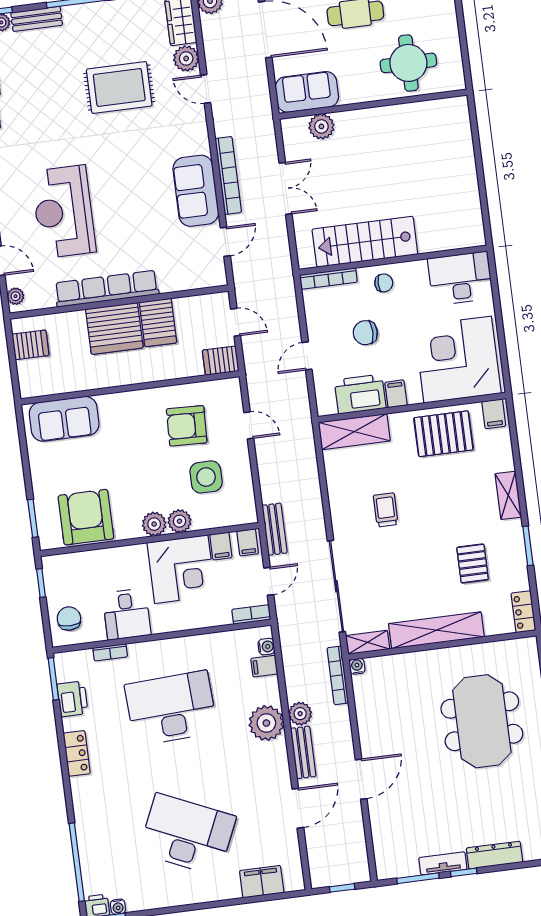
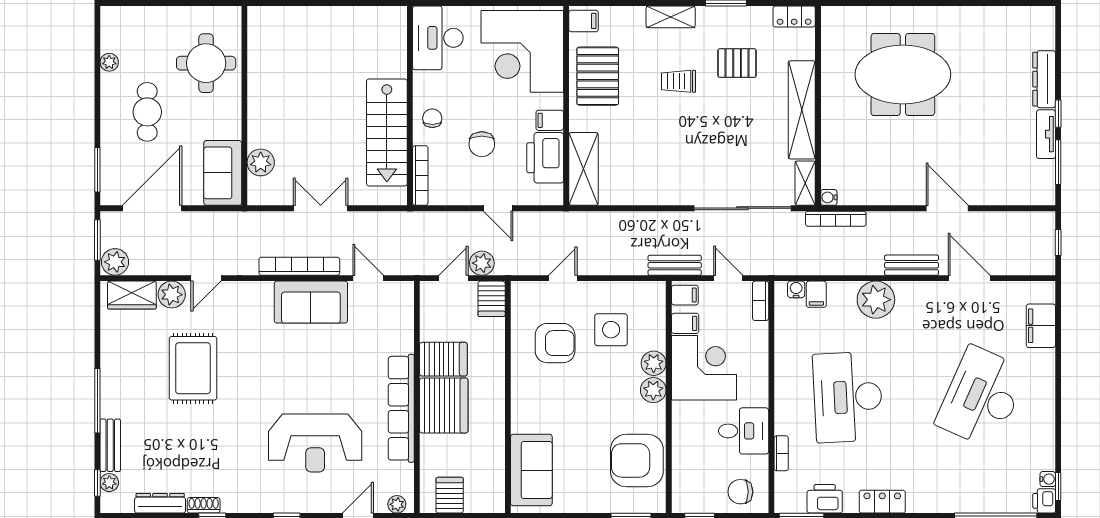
armchair: (187, 426) -> (555, 343), turned -92
trolley: (386, 510) -> (679, 81), moved
plant: (300, 714) -> (482, 263), moved

